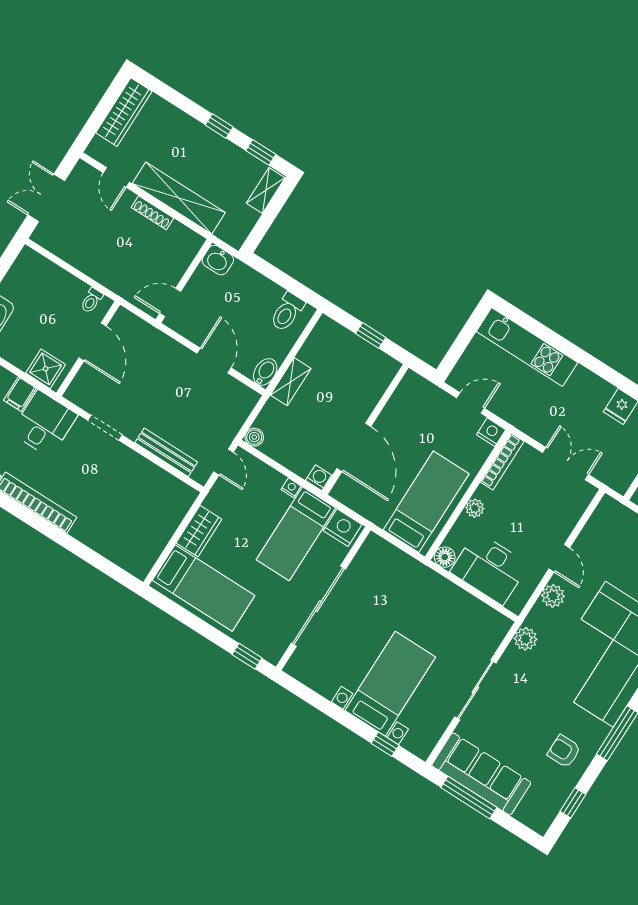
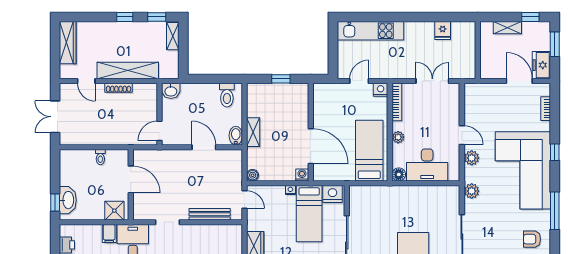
toilet: (92, 300) -> (100, 157), moved

